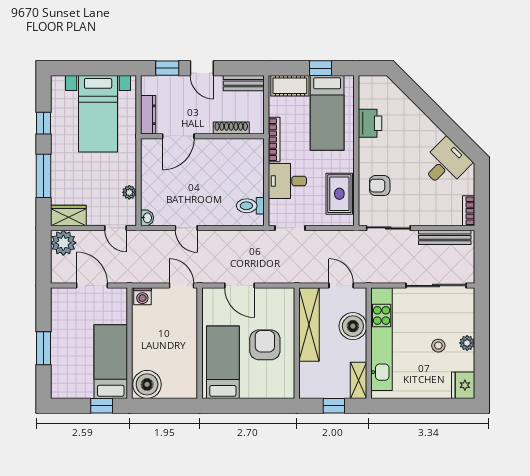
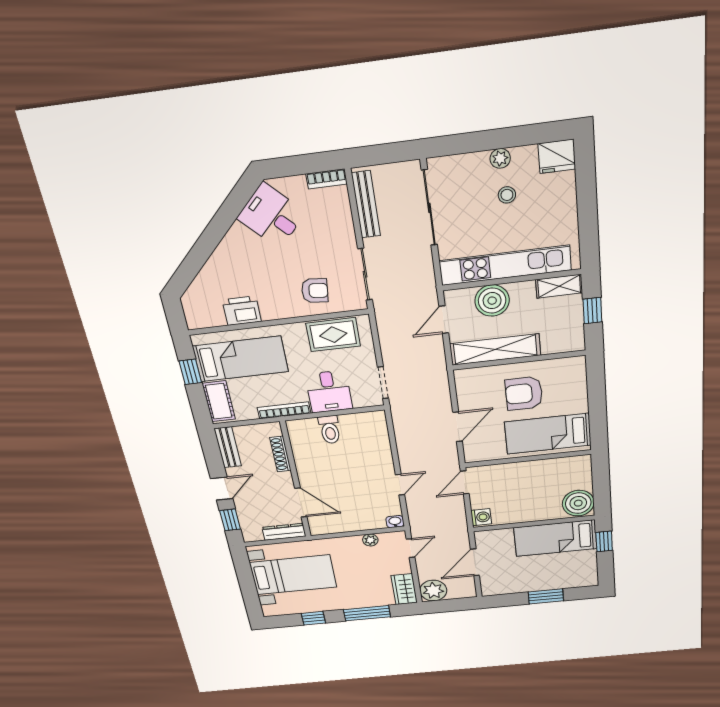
armchair: (380, 186) -> (315, 291), turned -84
toilet: (250, 206) -> (330, 430), moved

